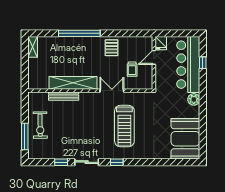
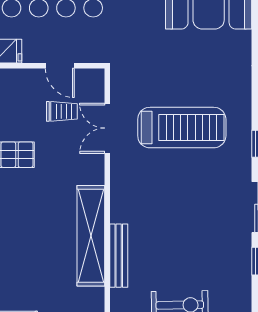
door: (154, 57) -> (60, 66), moved
double door: (112, 91) -> (107, 128), moved

